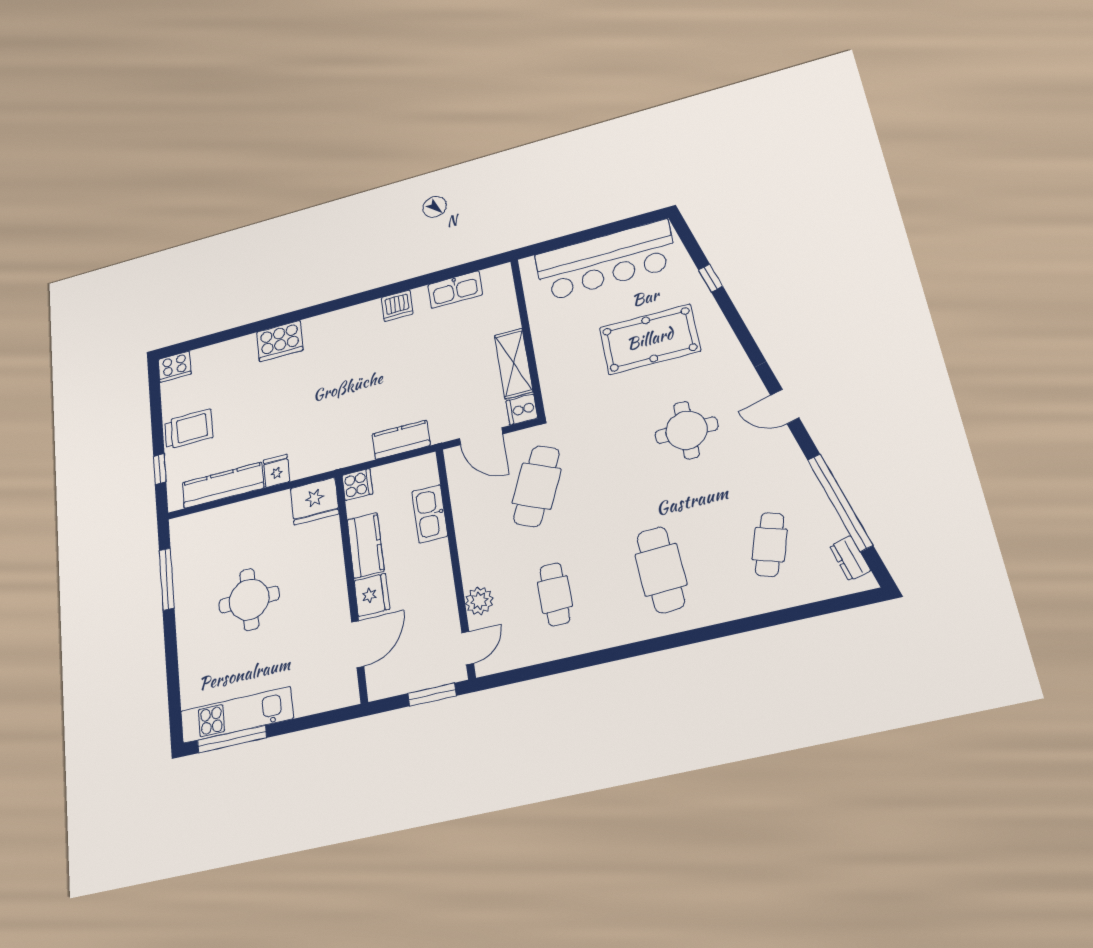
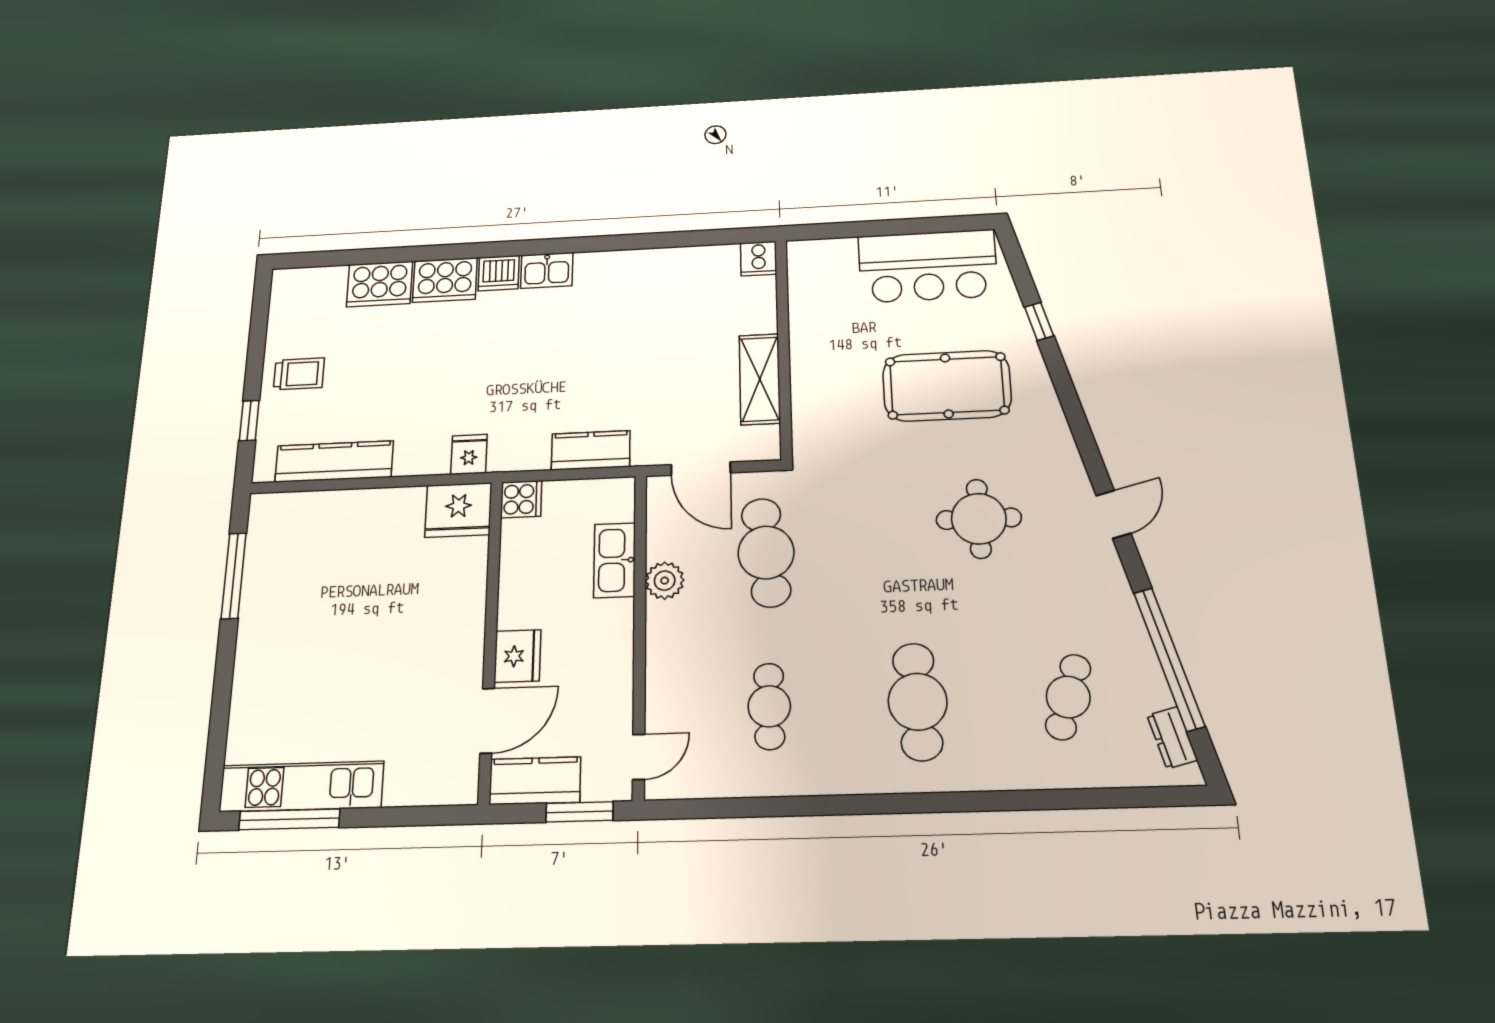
bar counter: (605, 261) -> (928, 266), width x0.73
kitchen sink: (455, 290) -> (547, 270), moved, width x0.73
dishwasher: (397, 306) -> (499, 273), moved
cooker: (175, 367) -> (380, 284), moved, width x1.37, depth x1.31
door: (785, 406) -> (1113, 514), swing flipped
cooker: (522, 410) -> (759, 259), moved, turned -90
trolley: (189, 429) -> (299, 374), width x0.73, depth x0.72
fridge: (276, 471) -> (469, 454), moved
cafe table: (537, 486) -> (766, 553), turned -30
kitchen counter: (366, 545) -> (535, 781), moved, turned -90
round table: (249, 600) -> (345, 628), removed
plant: (479, 601) -> (665, 581), moved

